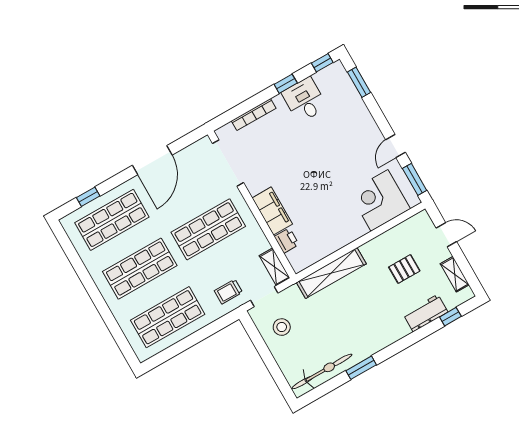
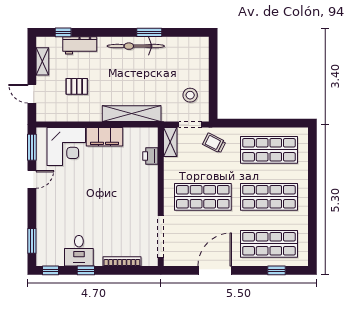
filing cabinet: (272, 211) -> (104, 137), moved, turned -90
trolley: (228, 292) -> (214, 143), turned -153
bicycle: (322, 371) -> (136, 46), moved

